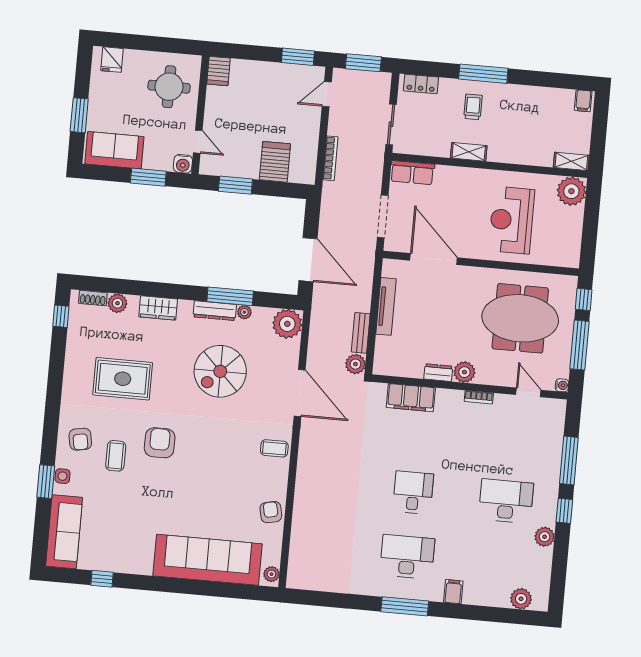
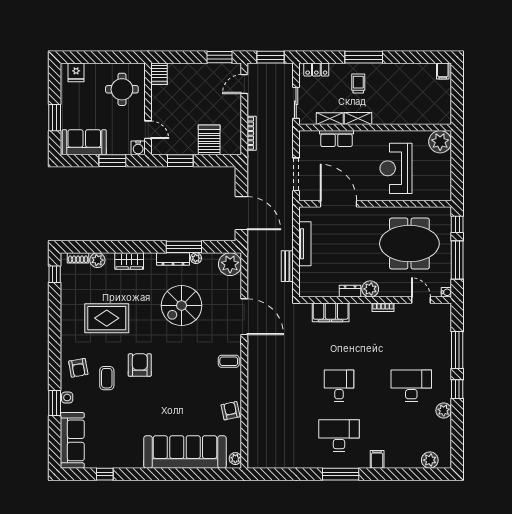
shelving: (571, 161) -> (330, 119), moved
row of seats: (412, 173) -> (336, 139), moved
plant: (355, 364) -> (285, 290), removed

